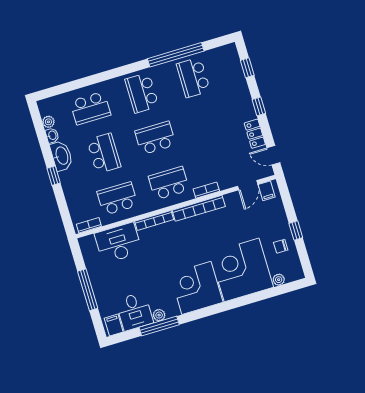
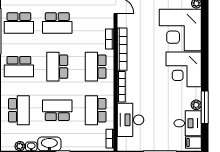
school desk: (207, 123) -> (57, 23), added

